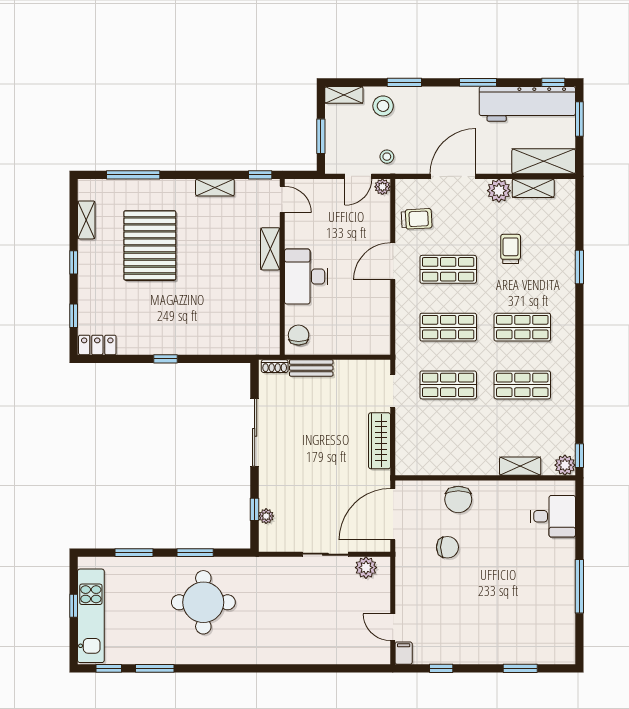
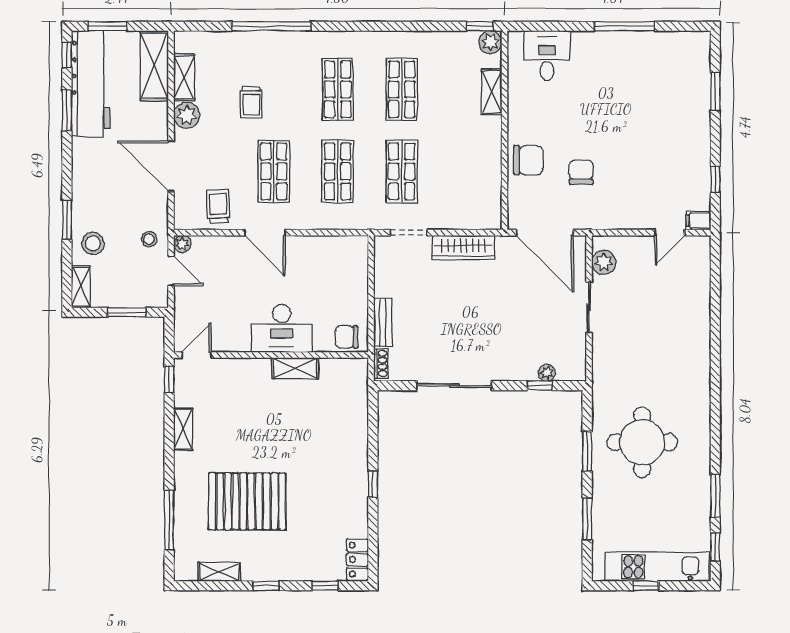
window: (478, 82) -> (67, 111), moved
shelving: (270, 249) -> (295, 368), moved
trolley: (511, 249) -> (251, 102), turned -90
window: (579, 267) -> (271, 26), width x2.11

